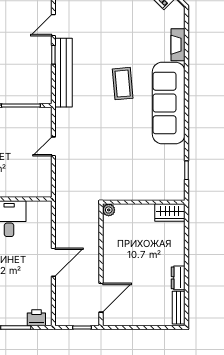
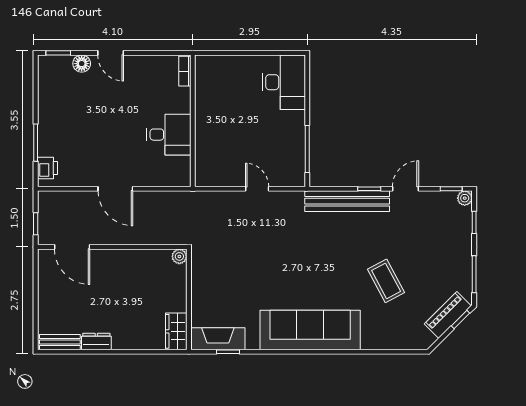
door: (53, 25) -> (406, 189), hinge flipped
fireplace: (178, 45) -> (218, 339), moved, width x1.37, depth x1.32
coffee table: (123, 84) -> (386, 281), moved, turned 67

